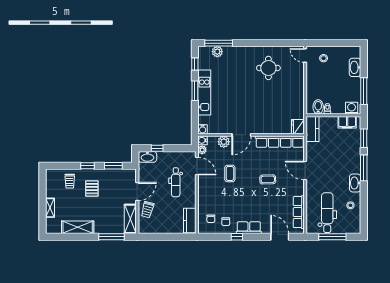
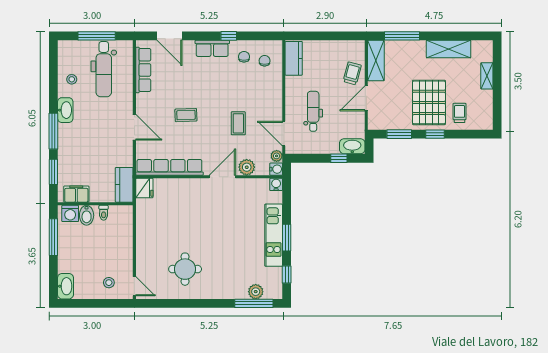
washbasin: (355, 67) -> (65, 286), moved
bidet: (318, 107) -> (87, 215), moved
pallet: (92, 189) -> (429, 102), width x2.05, depth x2.00

